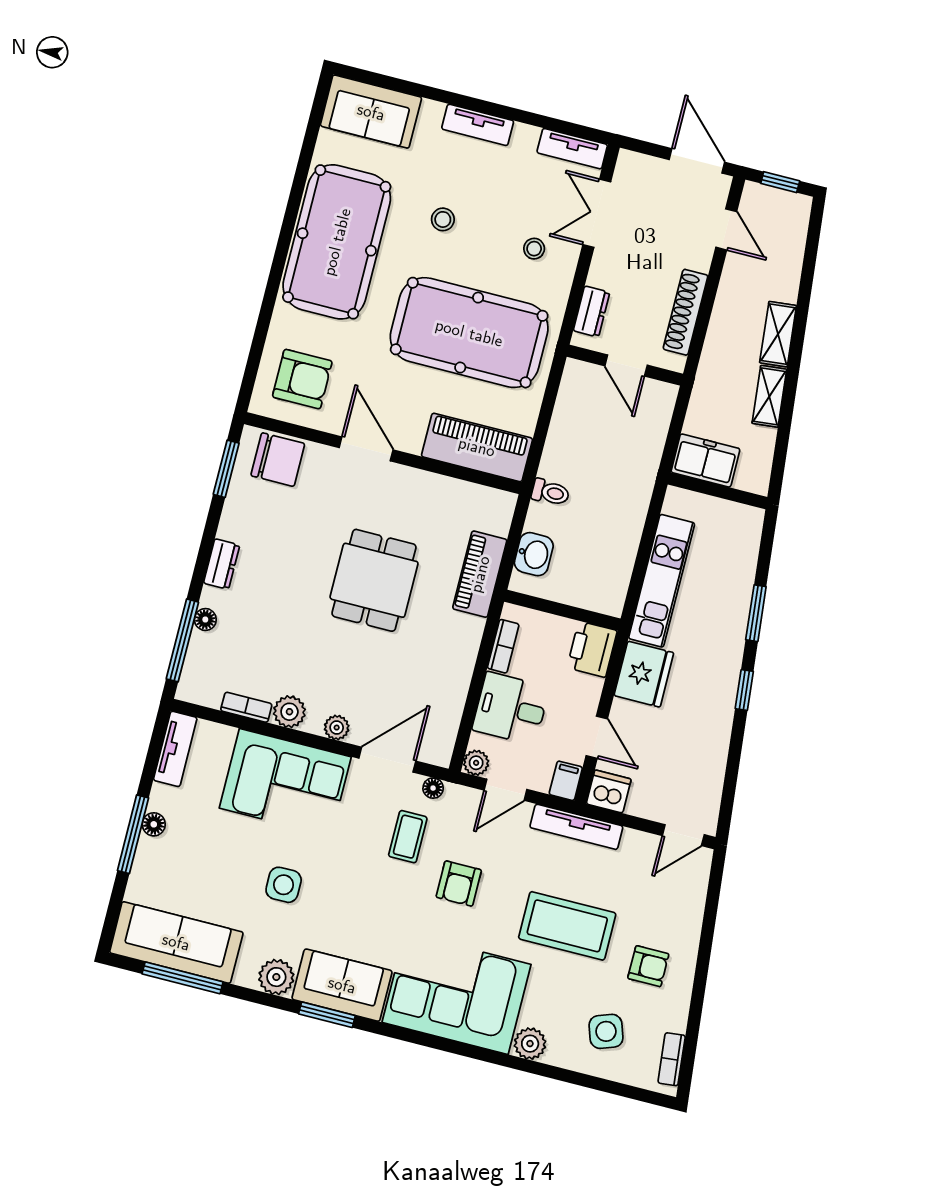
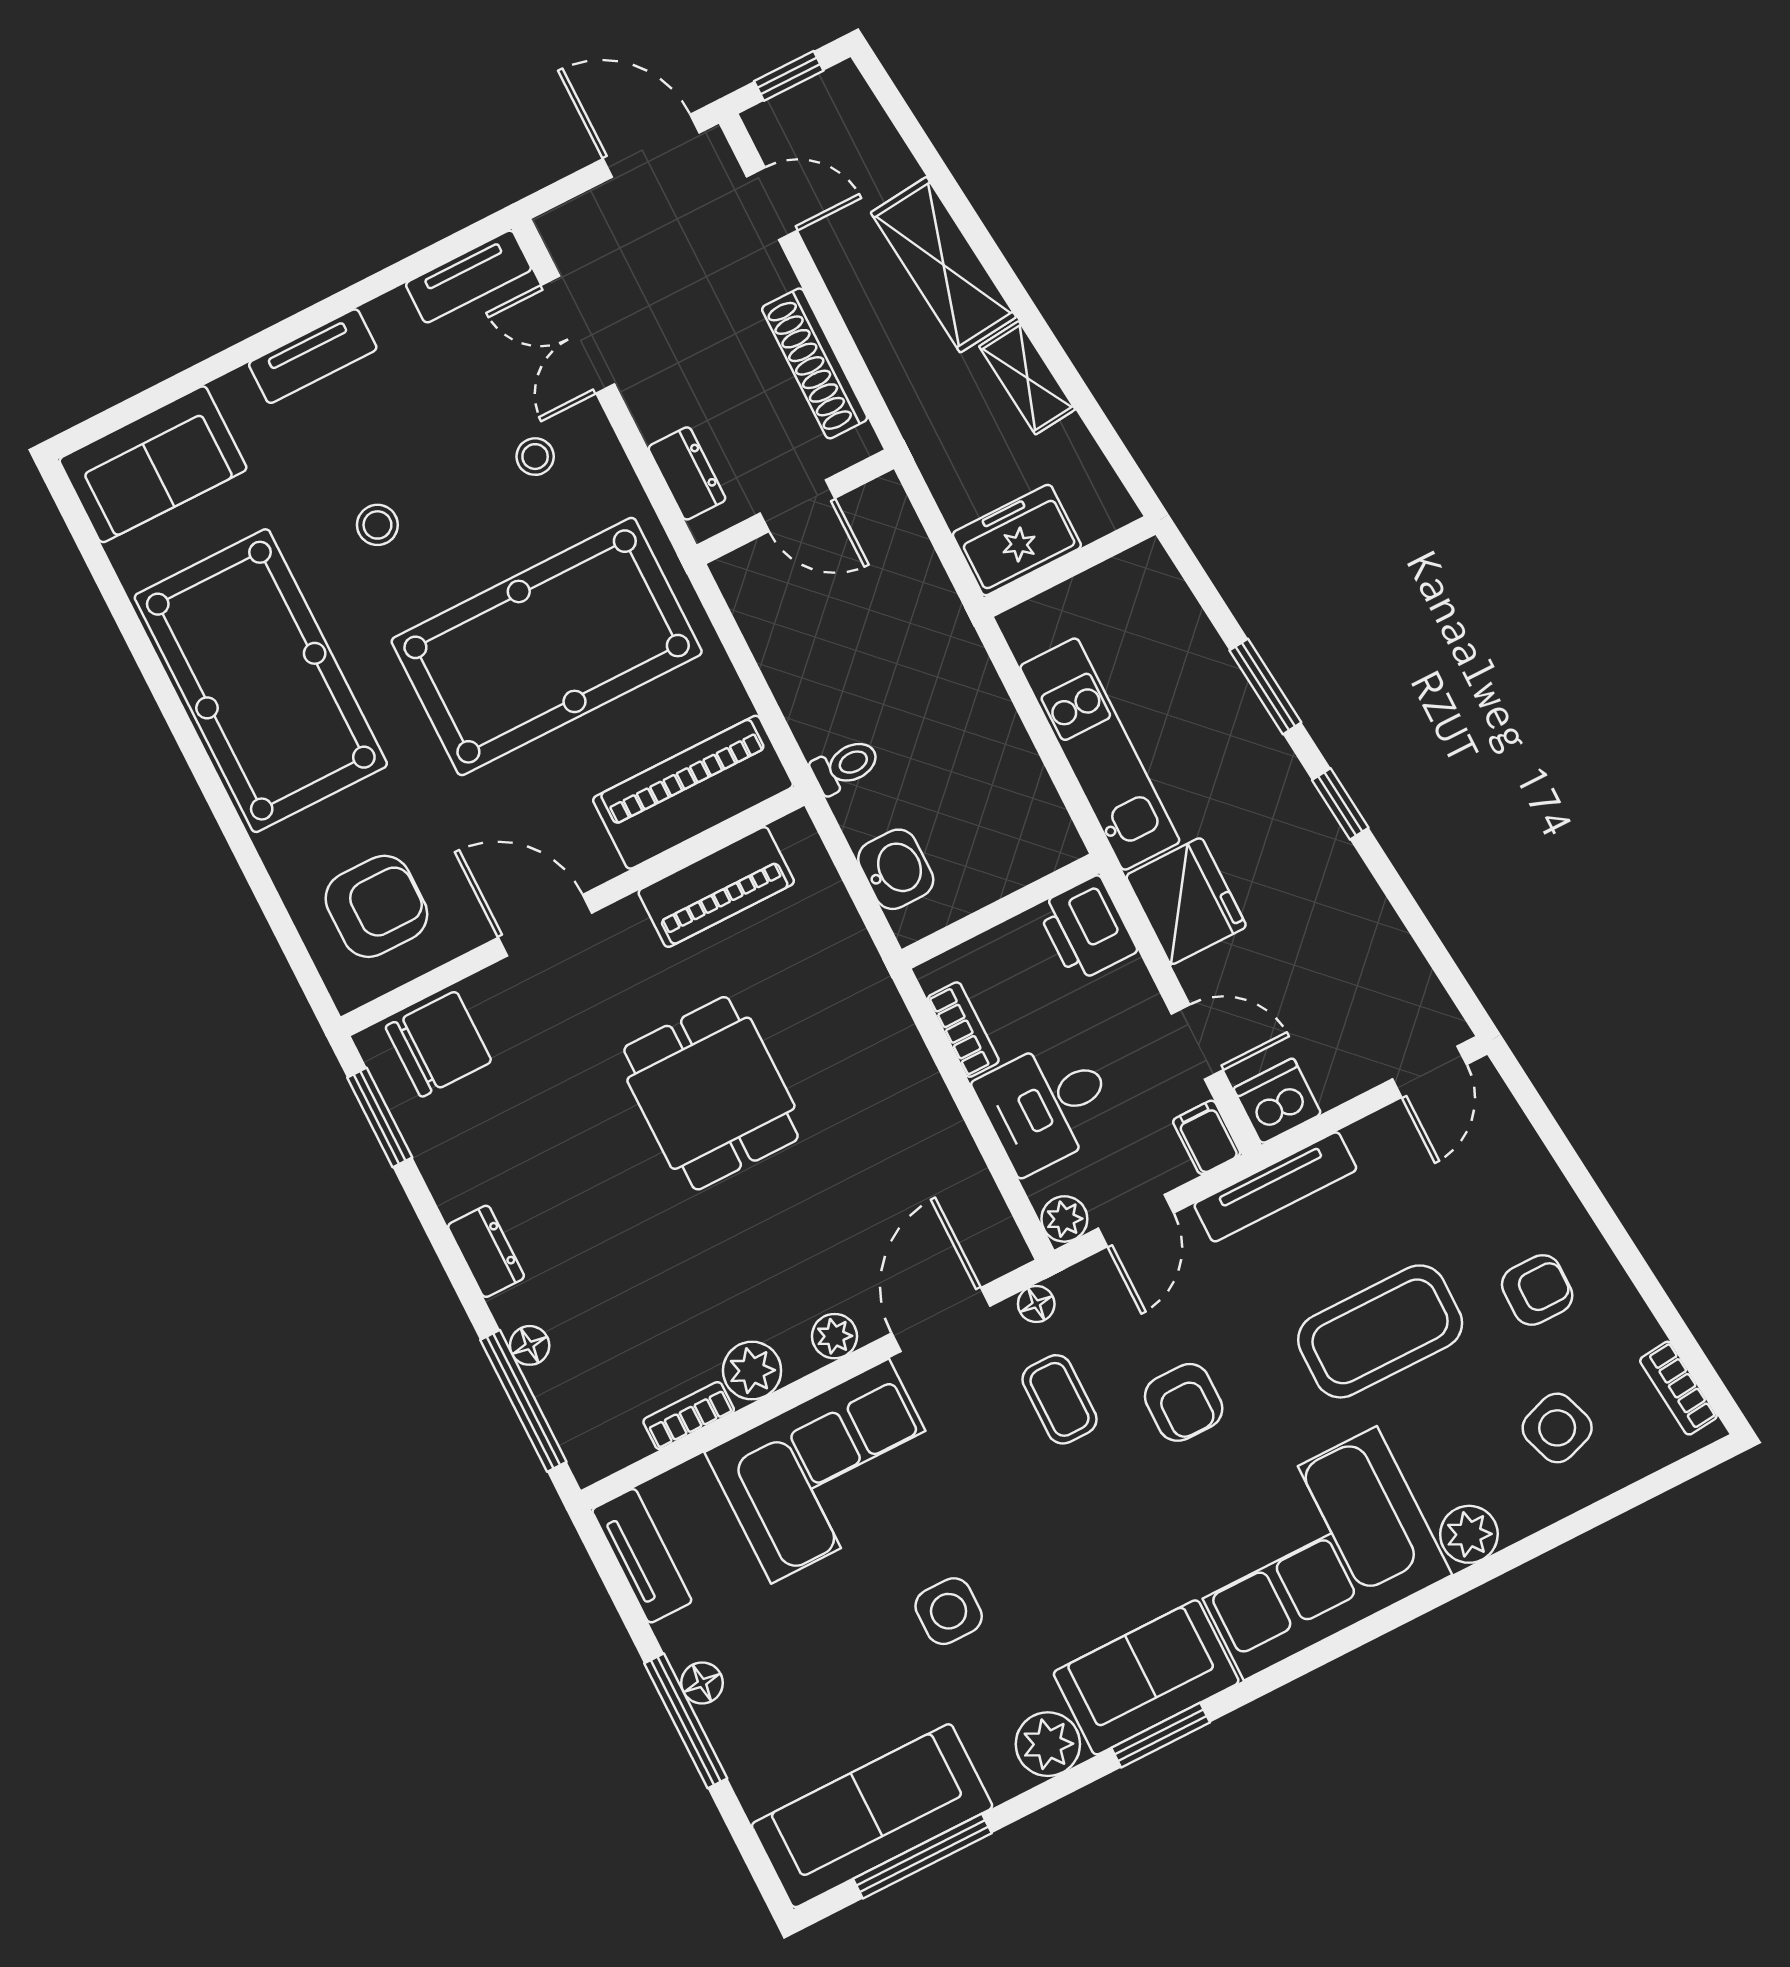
shelving: (778, 334) -> (943, 265), width x1.50, depth x1.33
piano: (480, 574) -> (716, 887), moved, turned -90

